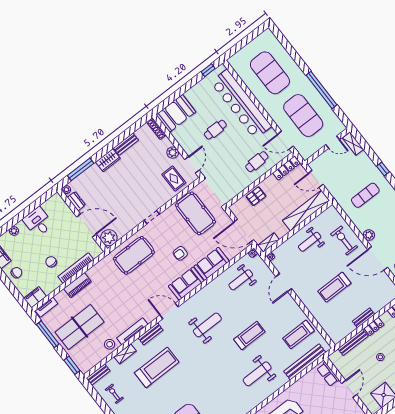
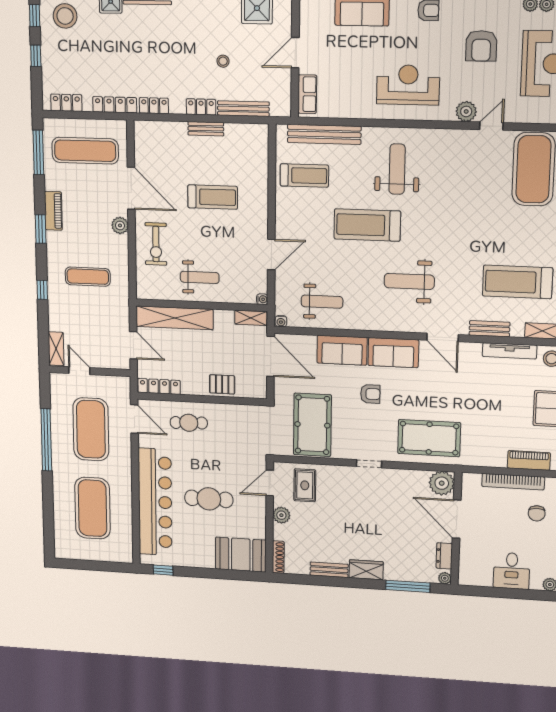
cafe table: (215, 130) -> (209, 499), width x1.37, depth x1.35
treadmill: (249, 336) -> (367, 225), width x1.37, depth x1.38
weight bench: (257, 374) -> (397, 169), turned -90

